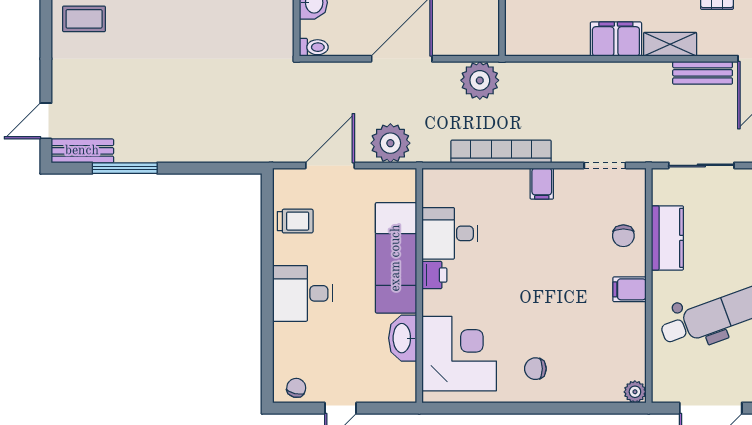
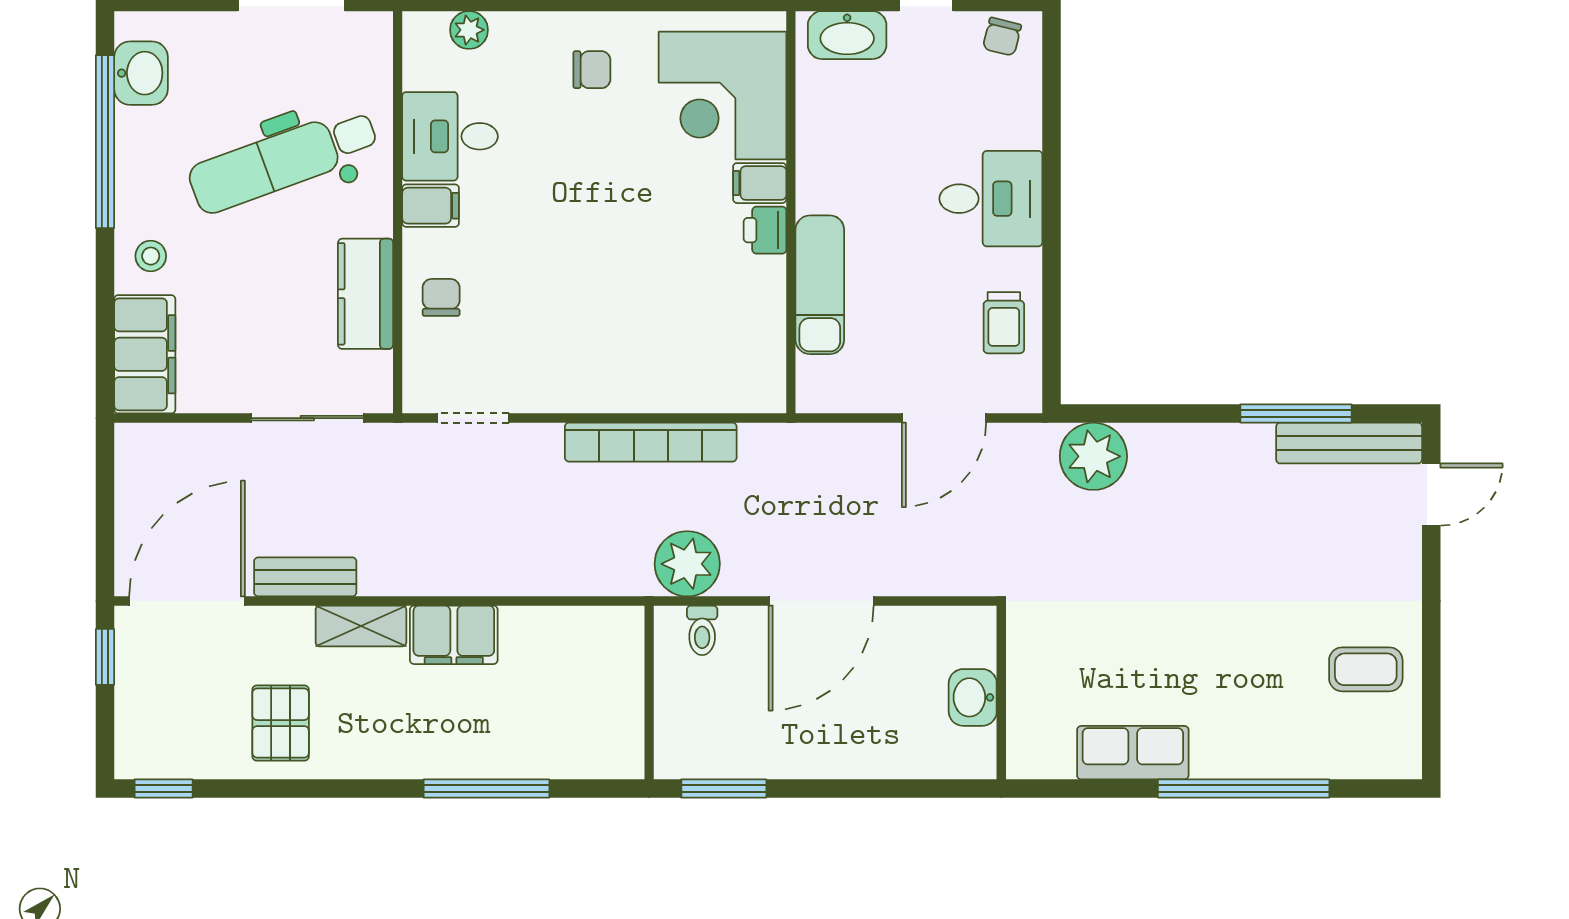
toilet: (314, 47) -> (702, 630), moved, turned -90
plant: (390, 143) -> (1093, 456), moved
bench: (82, 151) -> (1349, 443), width x1.36
filing cabinet: (542, 184) -> (760, 183), moved, turned -90
trolley: (295, 221) -> (1004, 323), turned -90
desk: (450, 233) -> (450, 136), moved, turned 180
exam couch: (396, 258) -> (820, 285), width x0.73, depth x0.69
washbasin: (403, 338) -> (847, 35), moved, turned 90
plant: (635, 392) -> (469, 30), moved

